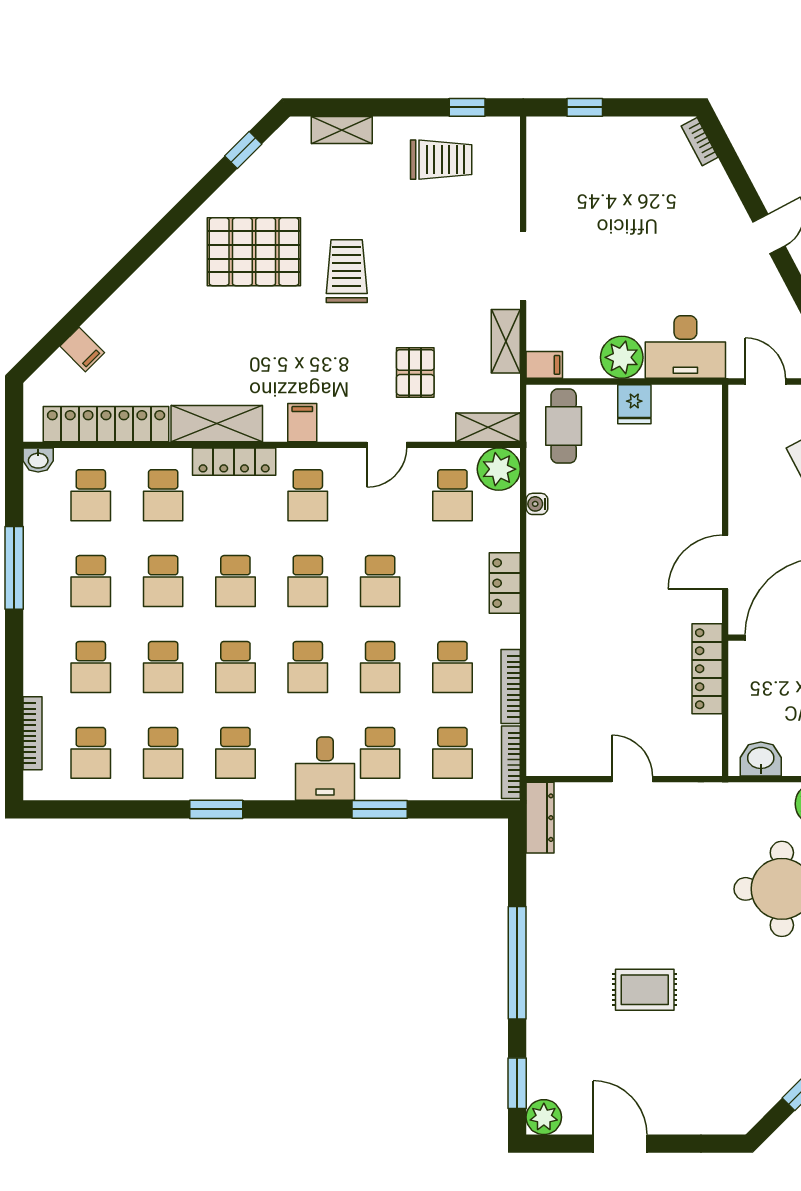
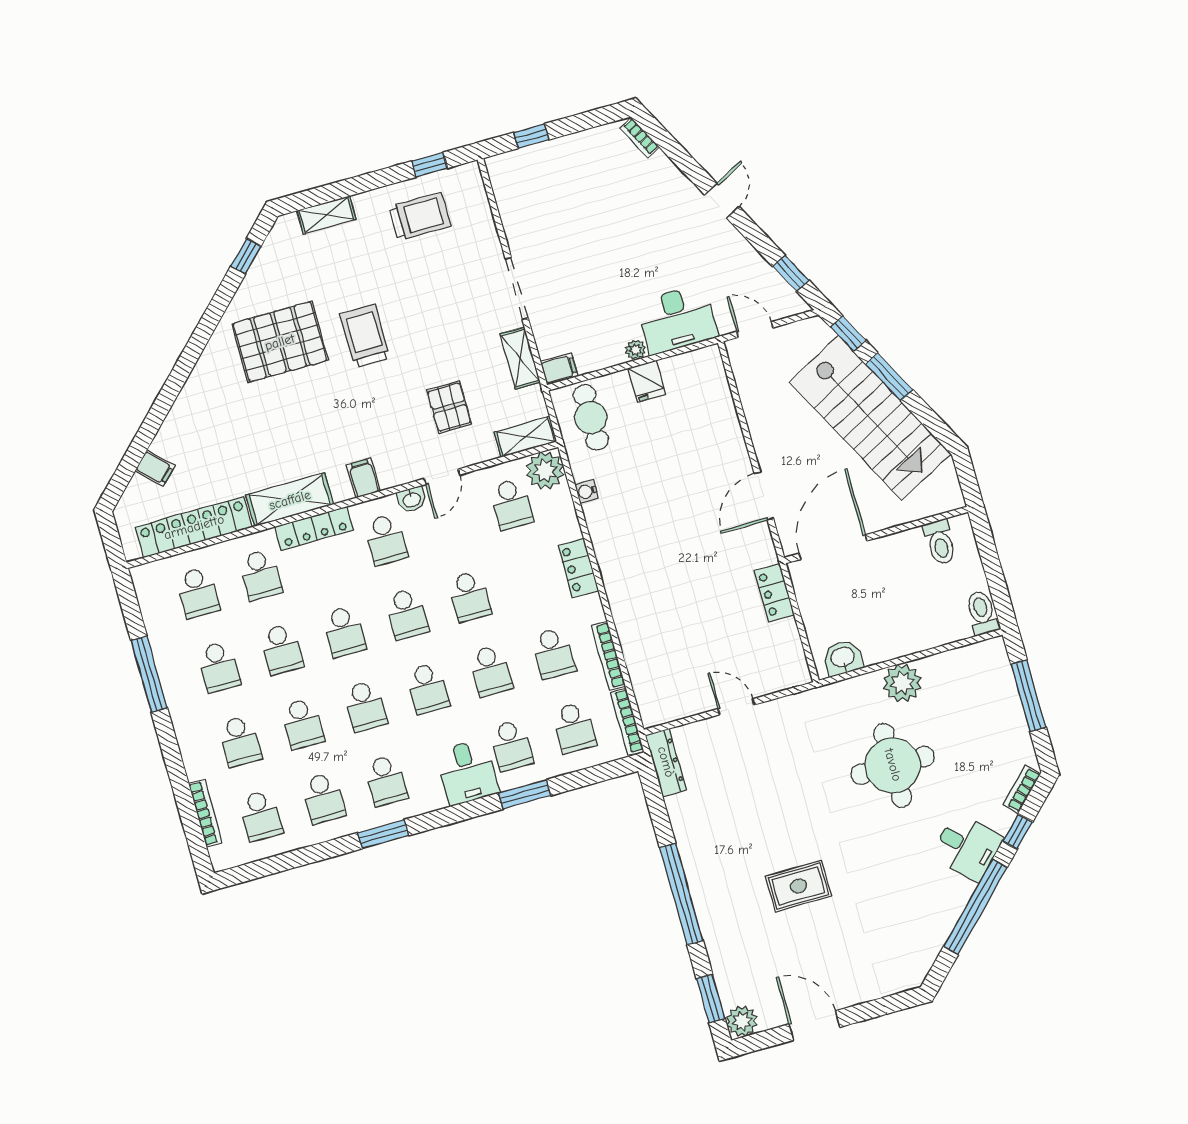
plant: (622, 357) -> (635, 350), width x0.53, depth x0.53
washbasin: (38, 460) -> (412, 499), moved
locker: (707, 669) -> (774, 593), width x0.66

